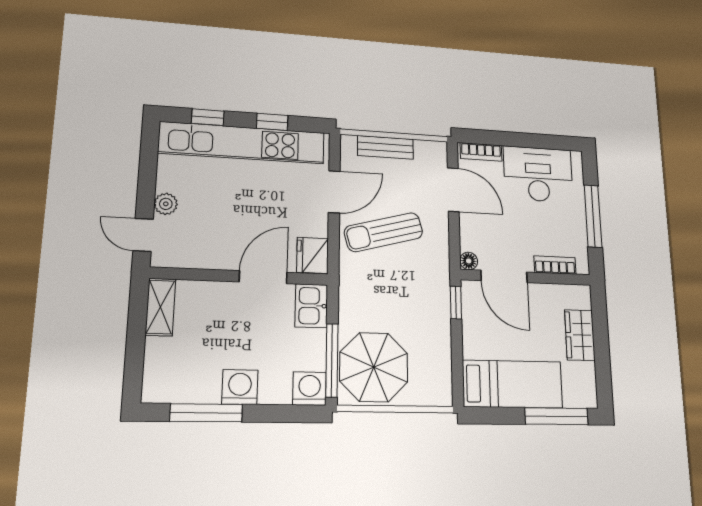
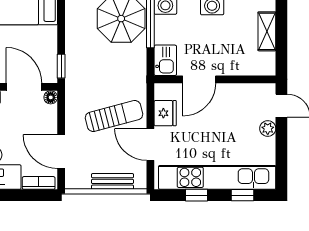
door: (334, 192) -> (150, 144), hinge flipped
fridge: (313, 255) -> (165, 113), moved
shelving: (160, 307) -> (267, 31), moved

